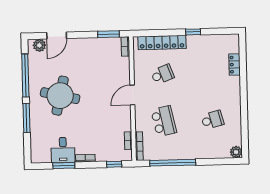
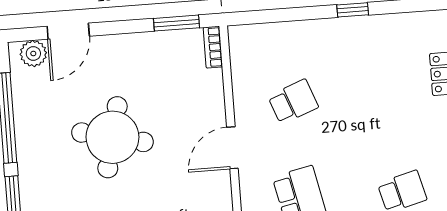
locker: (162, 42) -> (289, 35), removed
round table: (60, 96) -> (112, 137), moved

